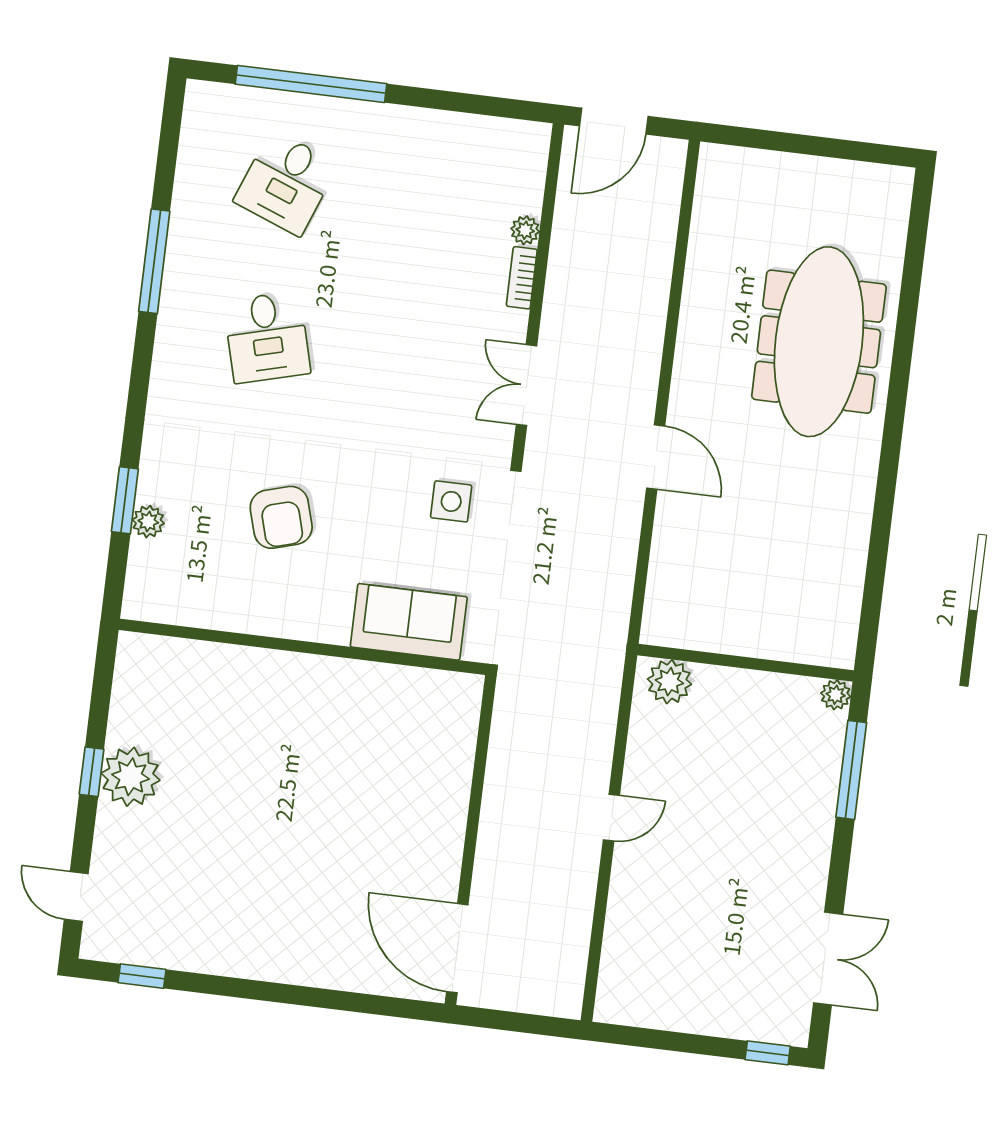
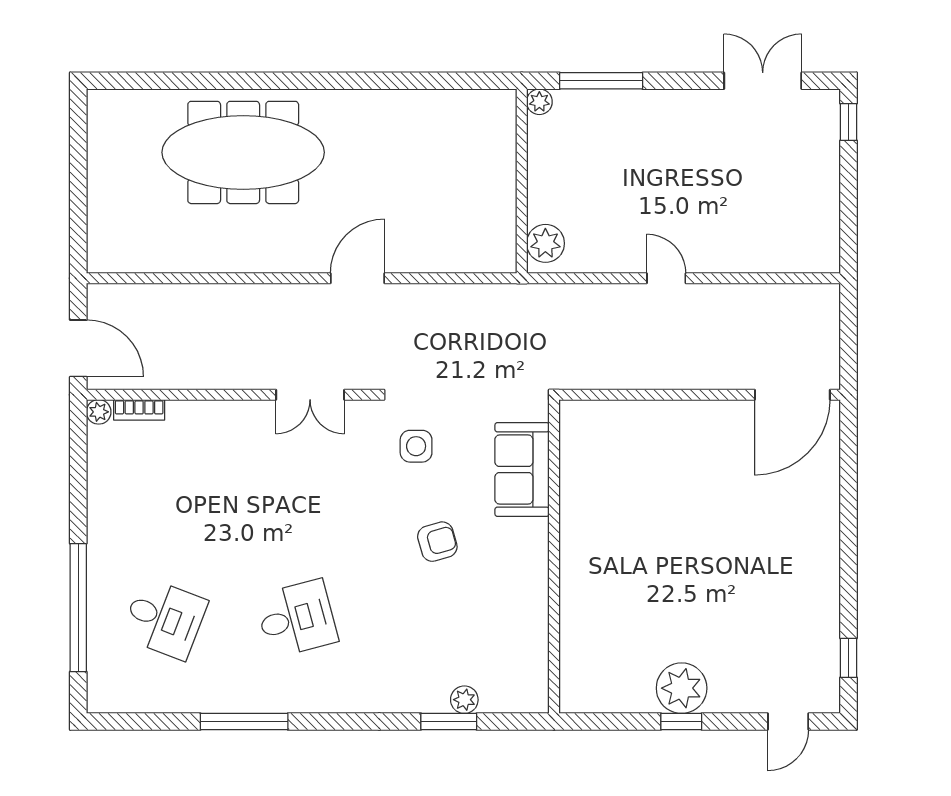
plant: (525, 230) -> (99, 412), moved
bookcase: (522, 278) -> (139, 410), moved
armchair: (281, 517) -> (437, 542), moved, width x0.72, depth x0.72

